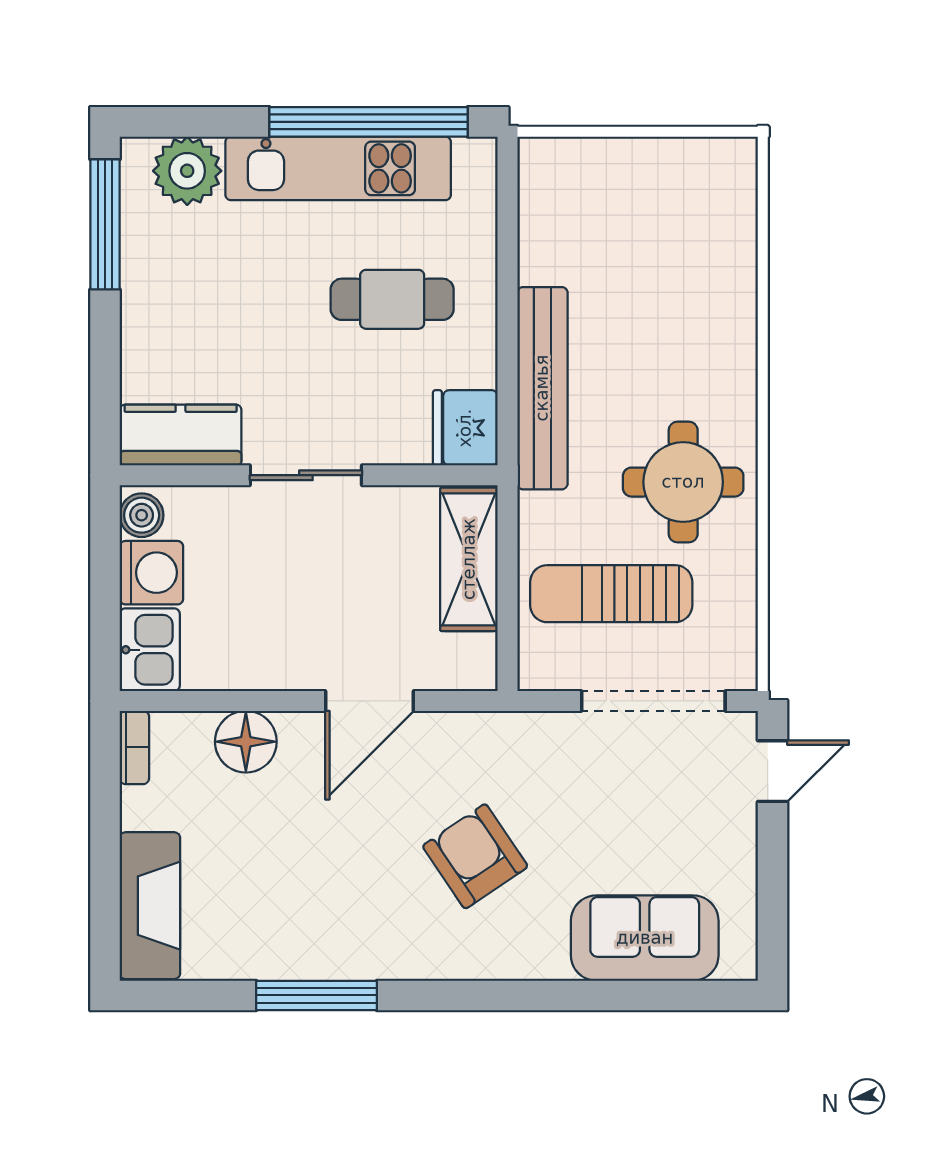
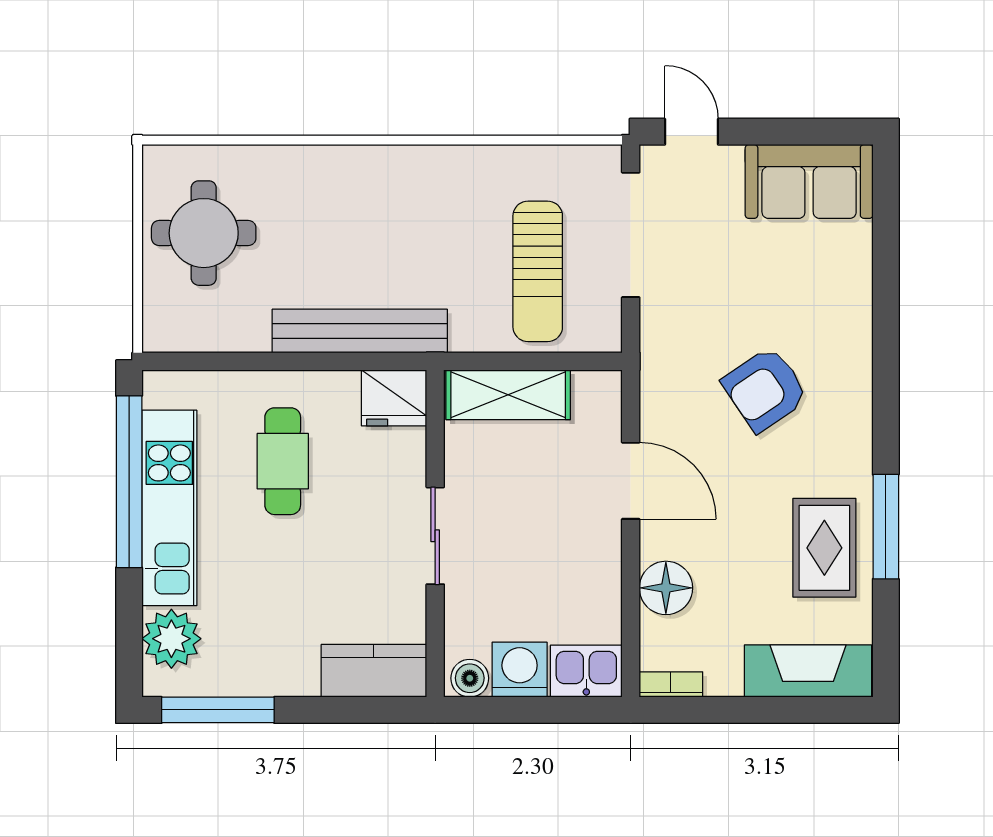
kitchen counter: (181, 435) -> (374, 671), moved, turned 90
round table: (683, 482) -> (204, 233), moved
rug: (292, 925) -> (824, 548), added
sofa: (645, 938) -> (809, 181), moved, turned -90

